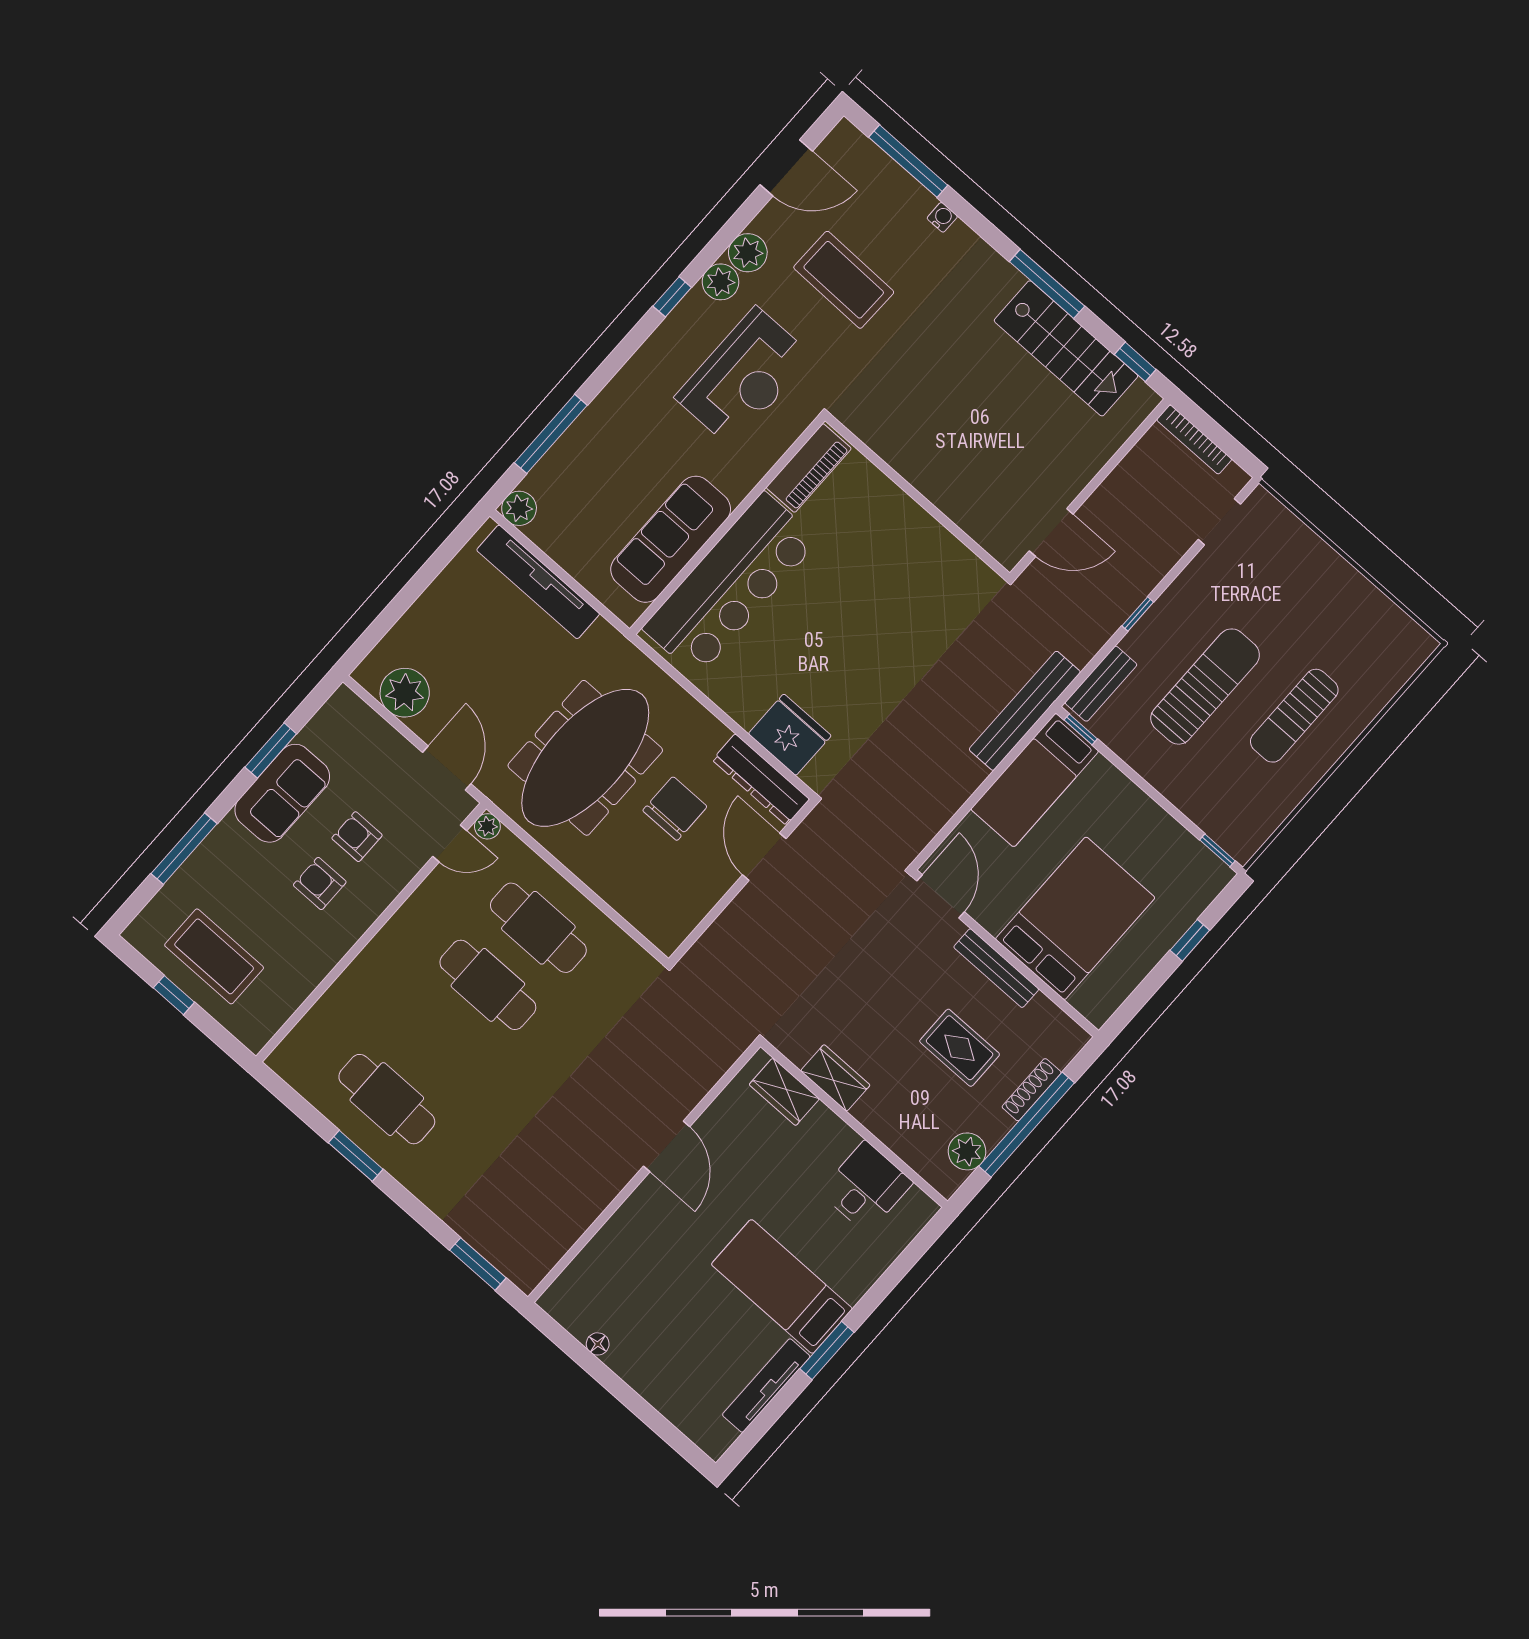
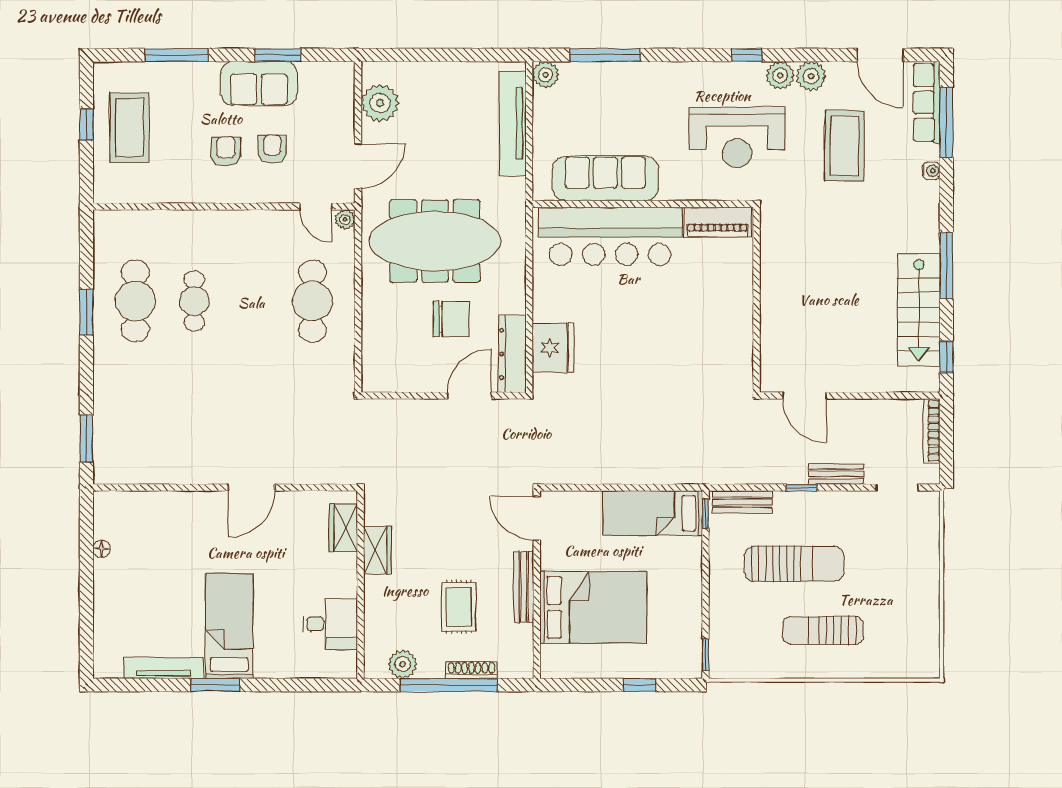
row of seats: (872, 163) -> (927, 102), added
bench: (1025, 711) -> (836, 474), moved, width x0.54, depth x0.82
door: (941, 896) -> (537, 518), swing flipped
cafe table: (488, 985) -> (194, 301), moved, width x0.73, depth x0.74

